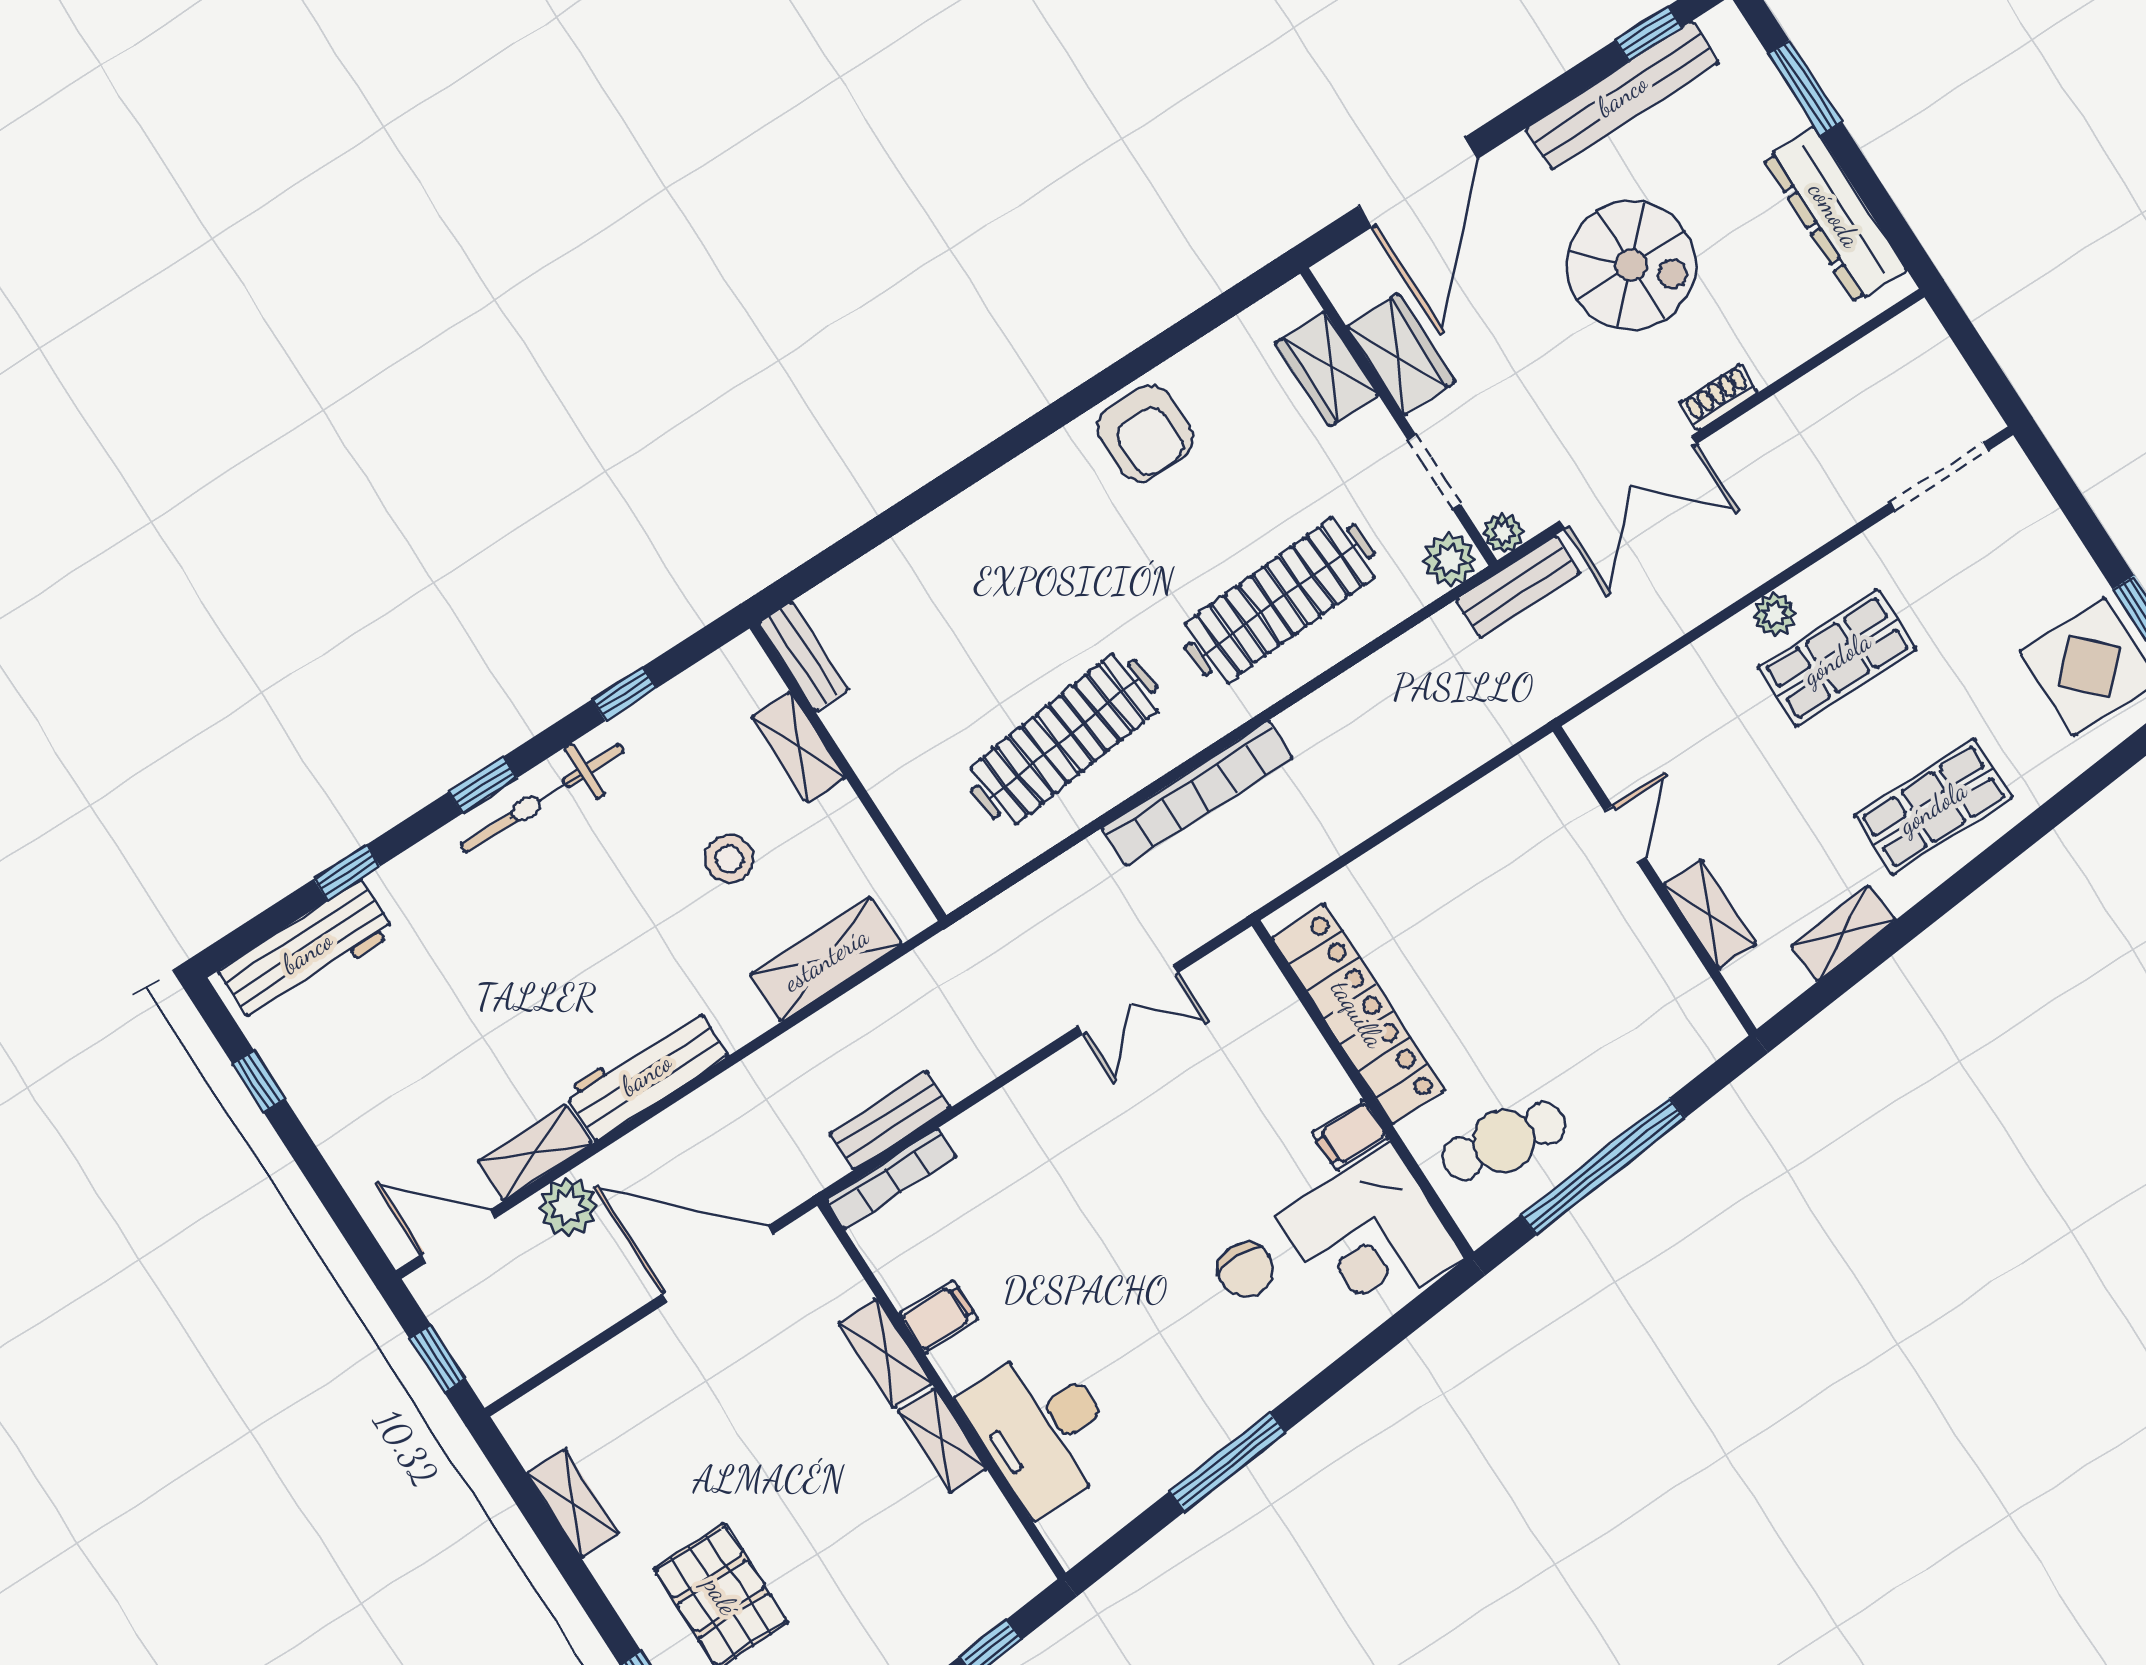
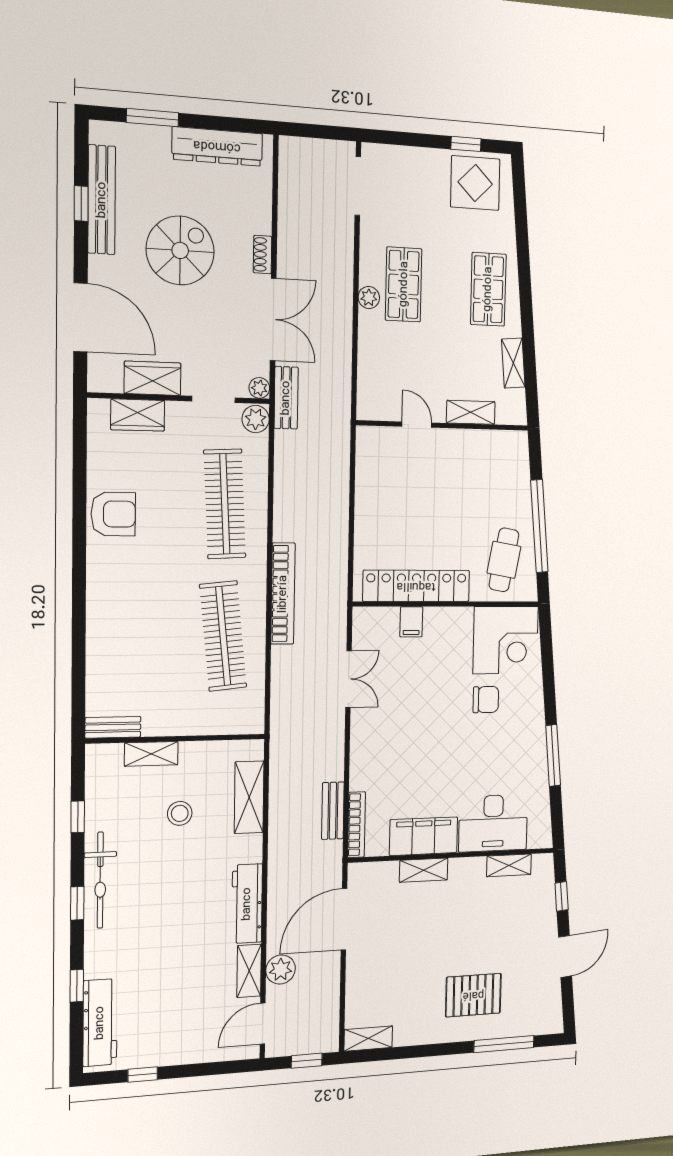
window: (1649, 34) -> (81, 204), moved
filing cabinet: (1350, 1135) -> (411, 622), moved
filing cabinet: (939, 1317) -> (424, 836), width x3.00, depth x1.17
shelving: (942, 1440) -> (509, 865), moved
shelving: (573, 1503) -> (368, 1038), moved

